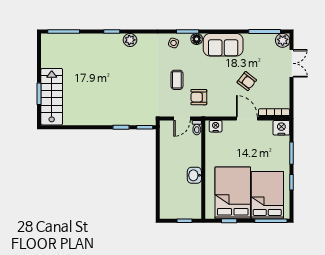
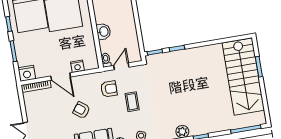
armchair: (247, 81) -> (81, 110), moved
stairs: (52, 97) -> (243, 77), width x1.36, depth x1.51
nightstand: (216, 126) -> (77, 66), moved
washbasin: (194, 175) -> (103, 32), moved

